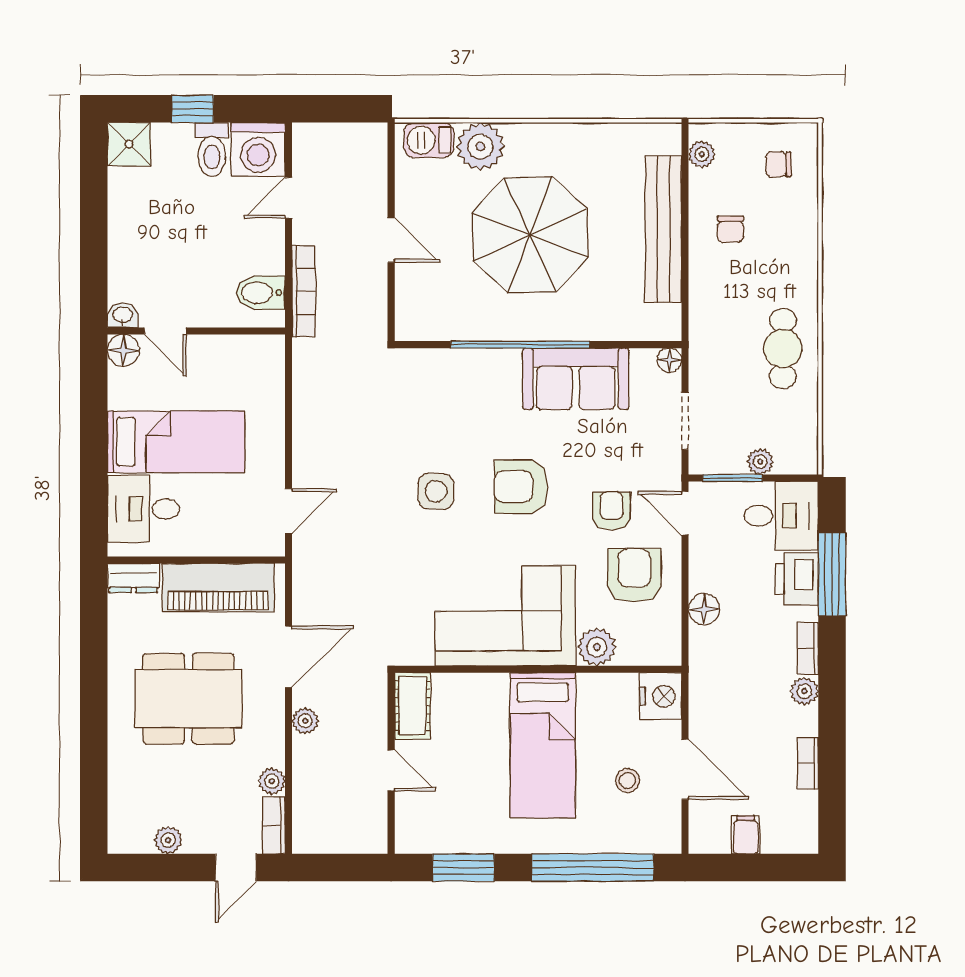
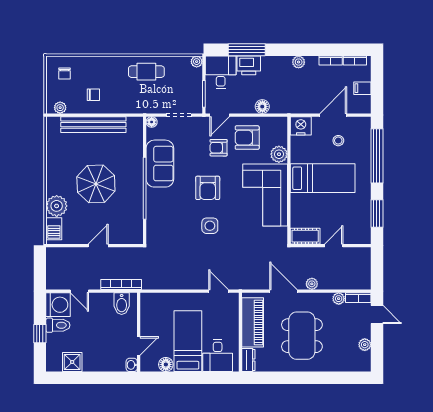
shower: (129, 144) -> (72, 362), moved
parasol: (530, 235) -> (96, 184), width x0.73, depth x0.73
floor lamp: (123, 350) -> (166, 364), moved
plant: (760, 462) -> (197, 62), moved
bookcase: (808, 648) -> (355, 60), moved

